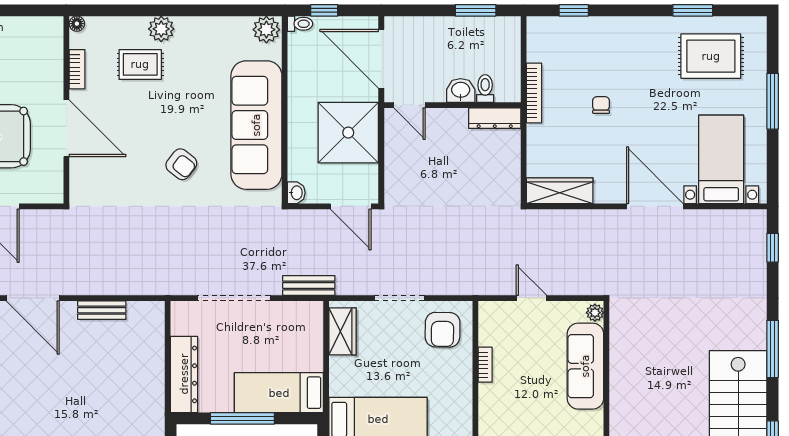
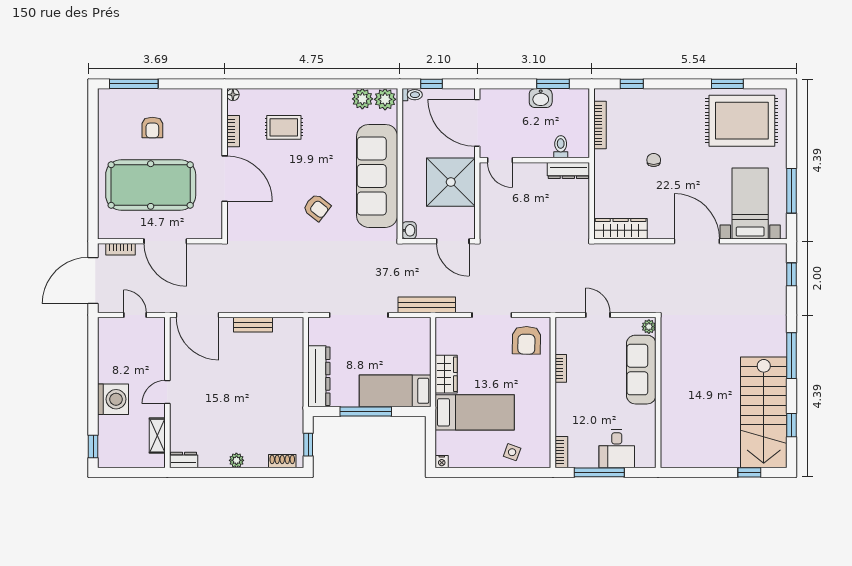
plant: (161, 29) -> (362, 99), moved
rug: (711, 56) -> (742, 121), width x1.37, depth x1.44
washbasin: (461, 90) -> (541, 98), moved, turned 180
bookcase: (534, 93) -> (600, 125), moved
window: (773, 101) -> (791, 191), moved
bench: (309, 285) -> (427, 305), width x1.36
wardrobe: (343, 331) -> (446, 374), moved

